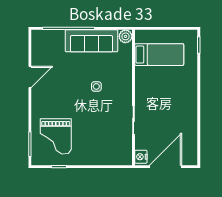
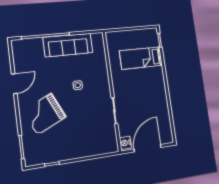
plant: (125, 36) -> (98, 38), removed
bed: (159, 55) -> (141, 58), moved, turned 180
grand piano: (56, 136) -> (44, 114), moved, turned 65

